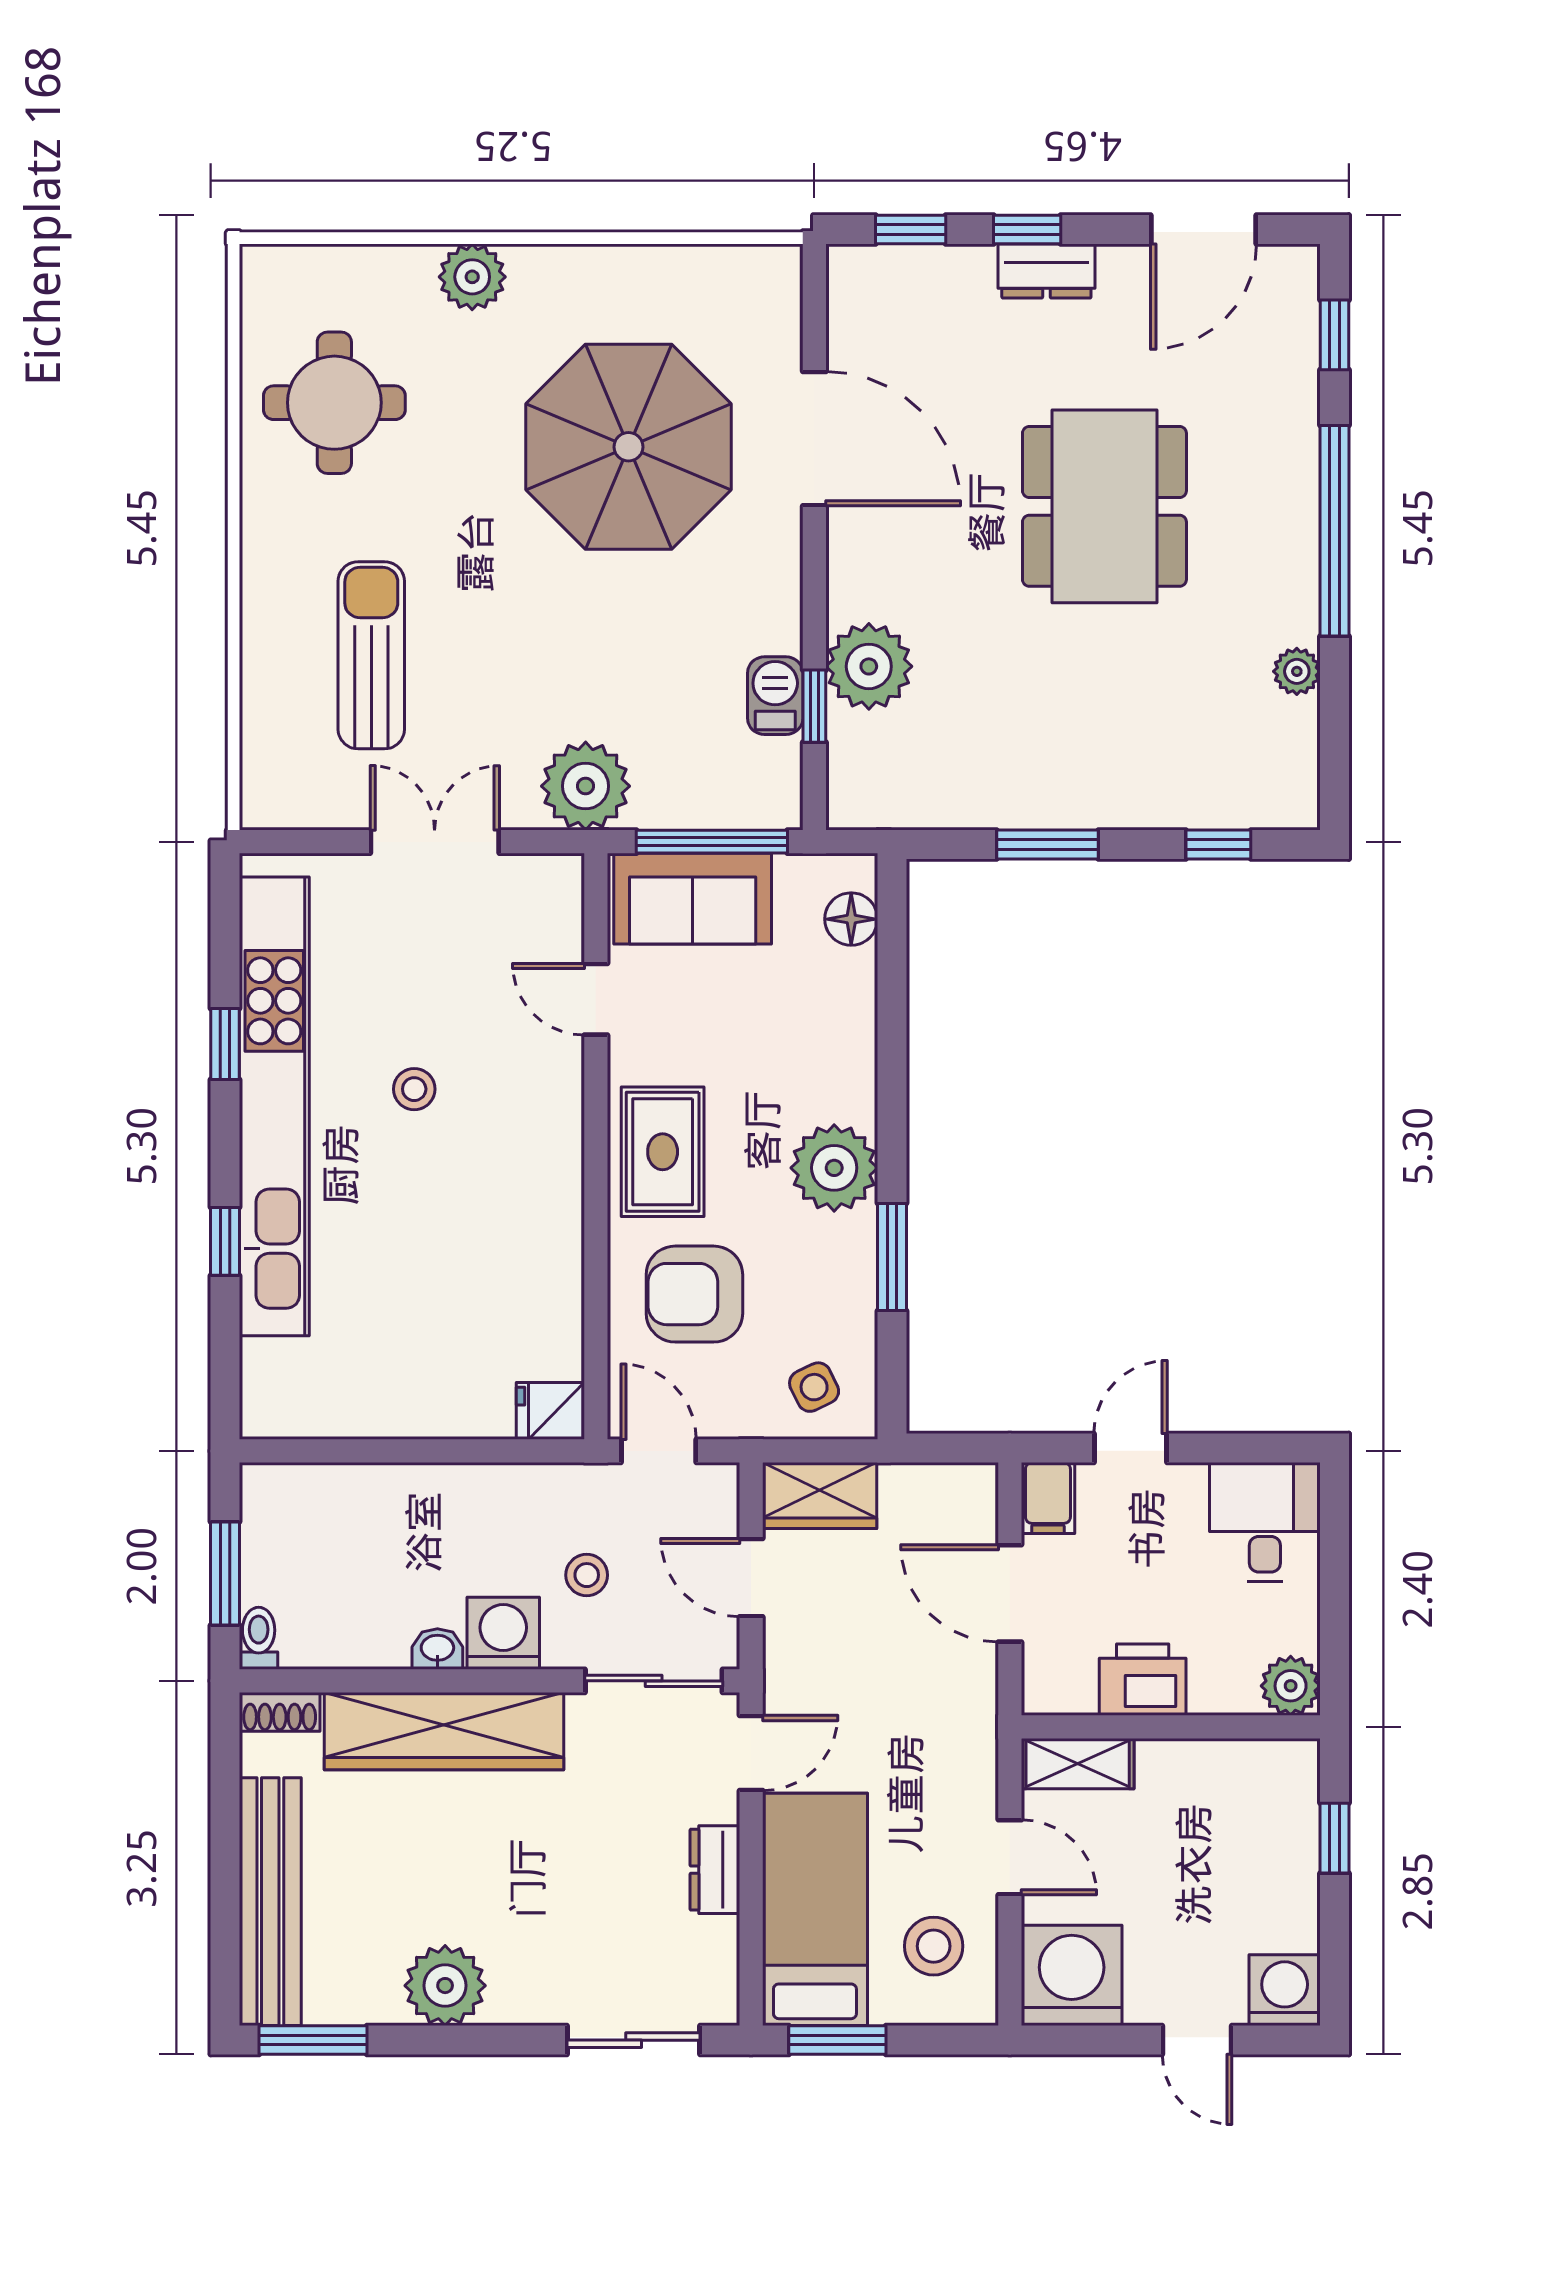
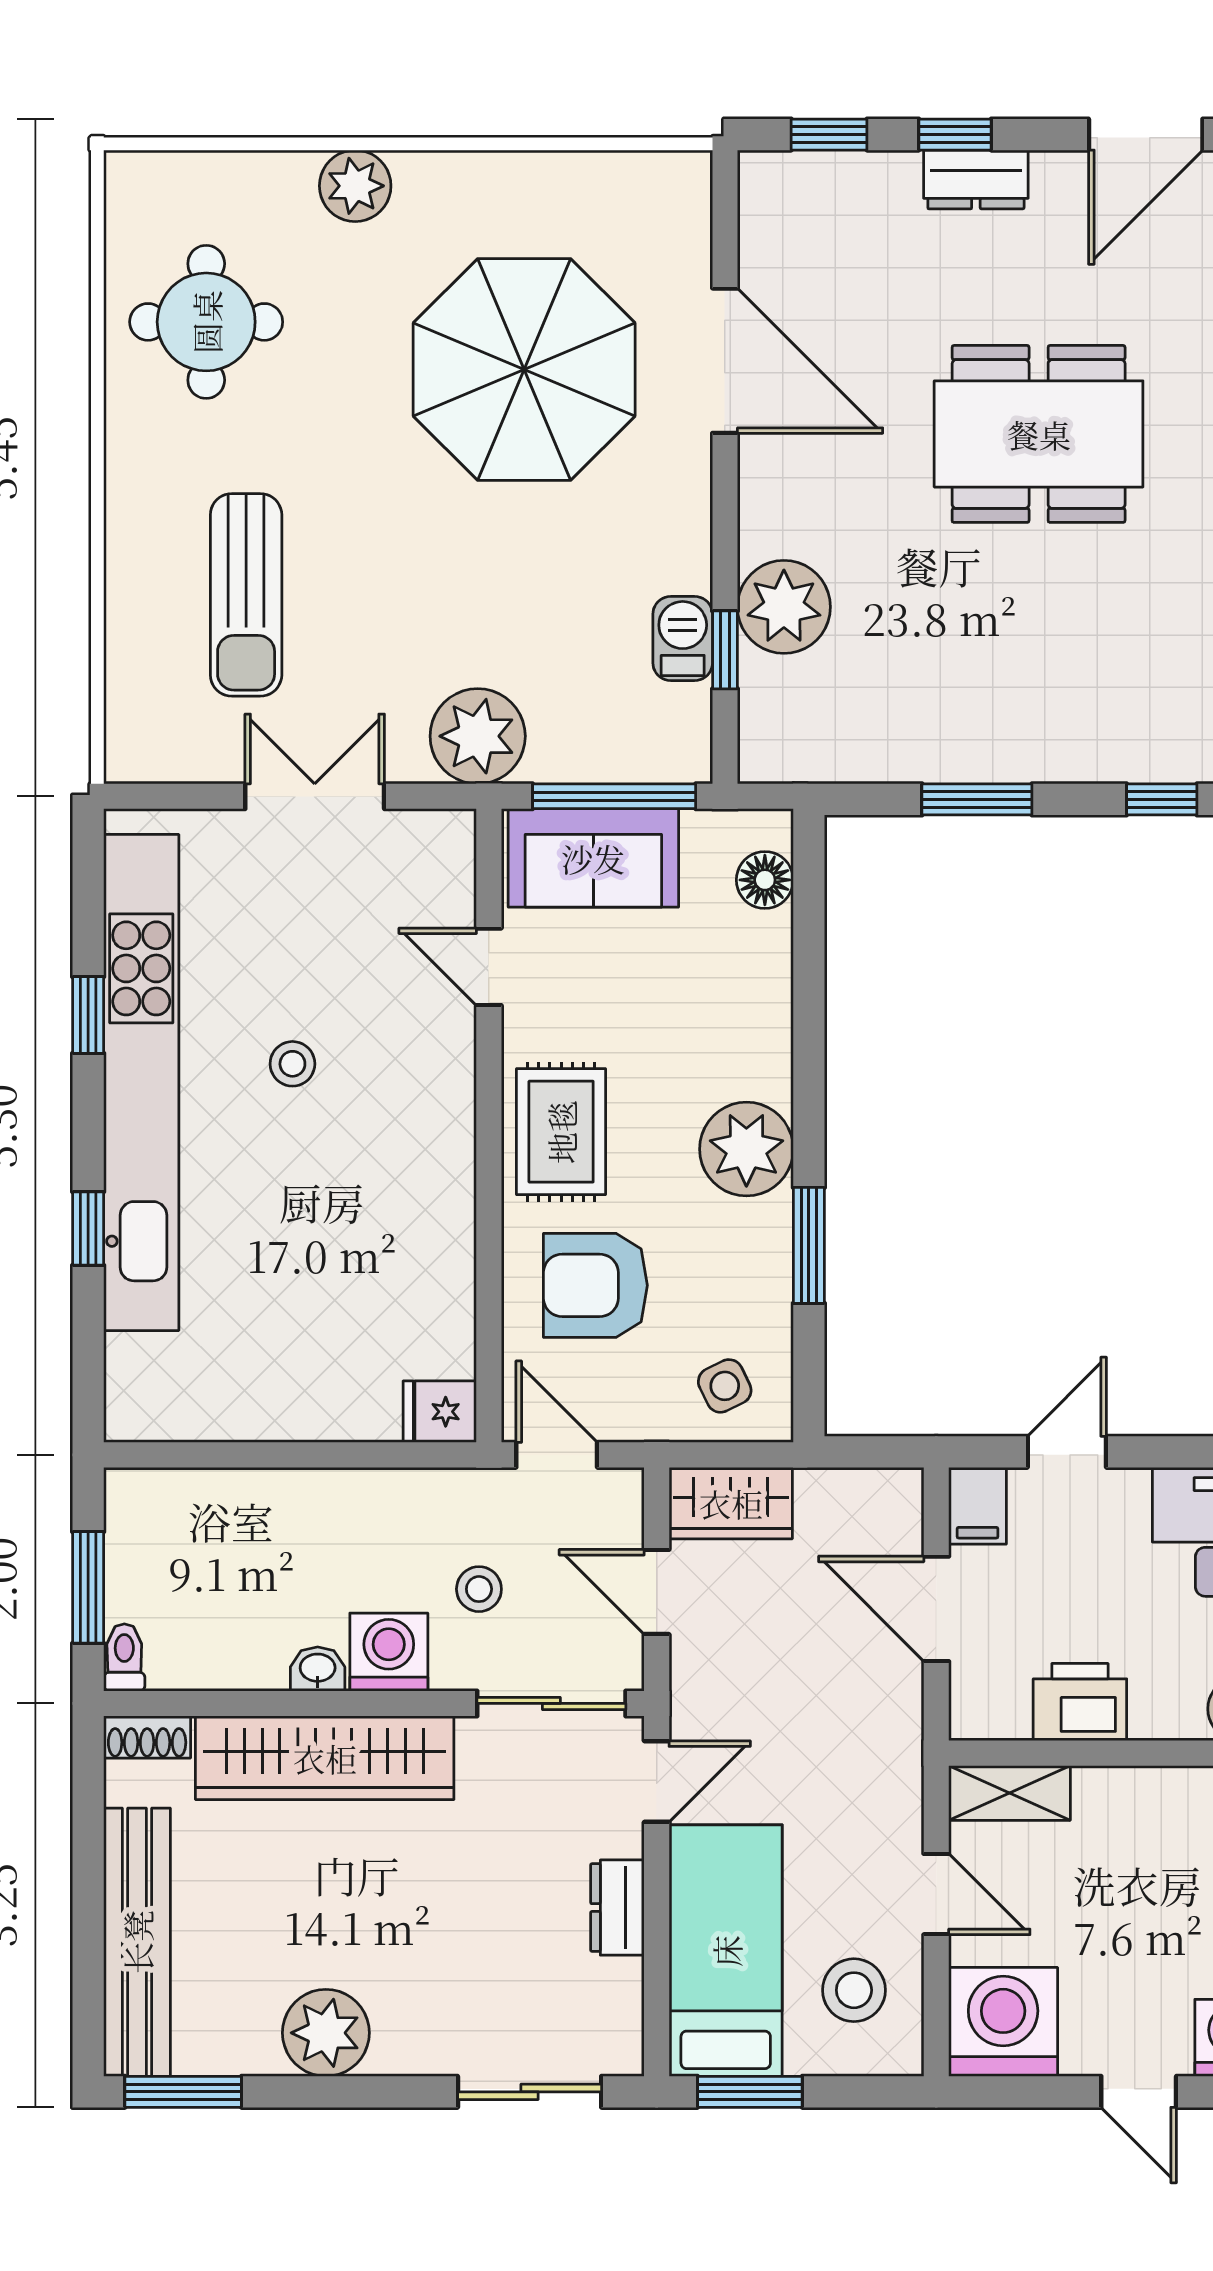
dining table: (1104, 506) -> (1039, 434), turned 90
sun lounger: (371, 655) -> (246, 595), turned 180

